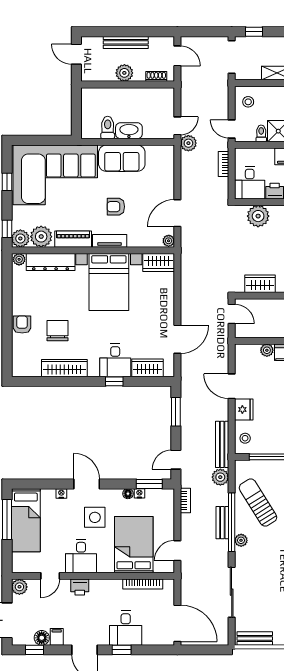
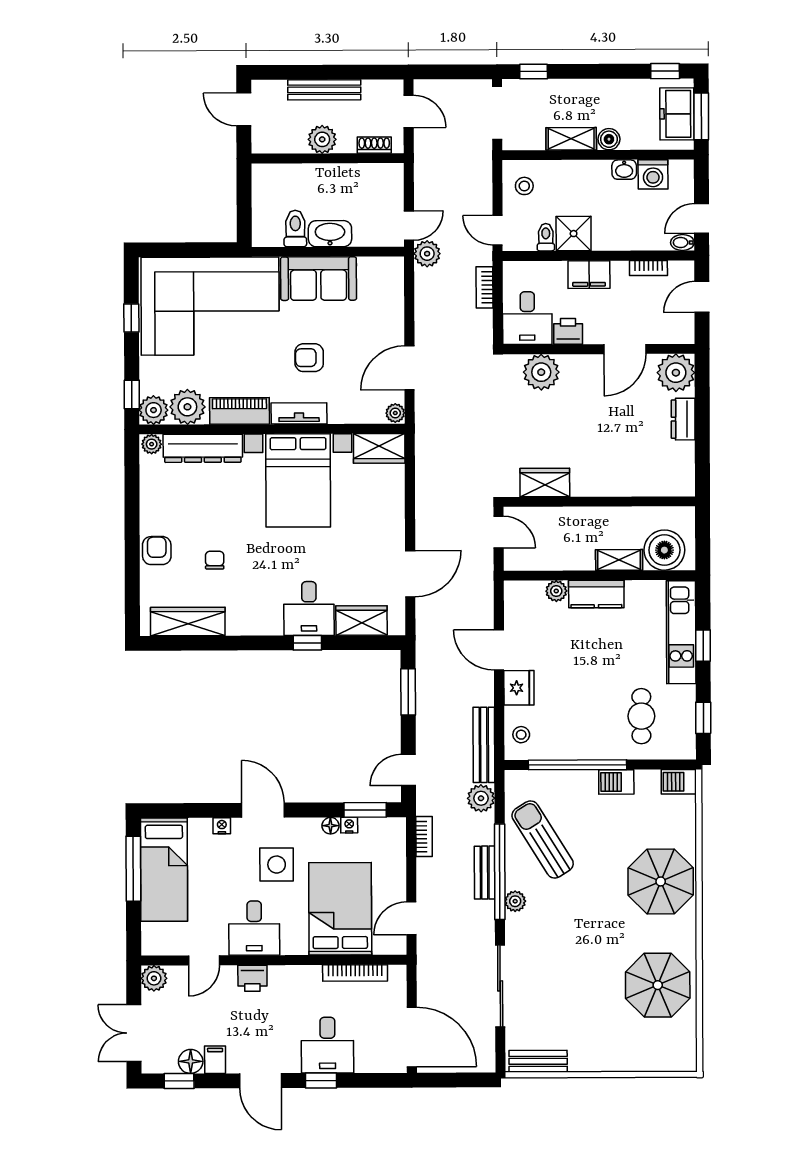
chair: (58, 331) -> (215, 560), width x0.54, depth x0.54
wardrobe: (64, 368) -> (188, 622), moved

